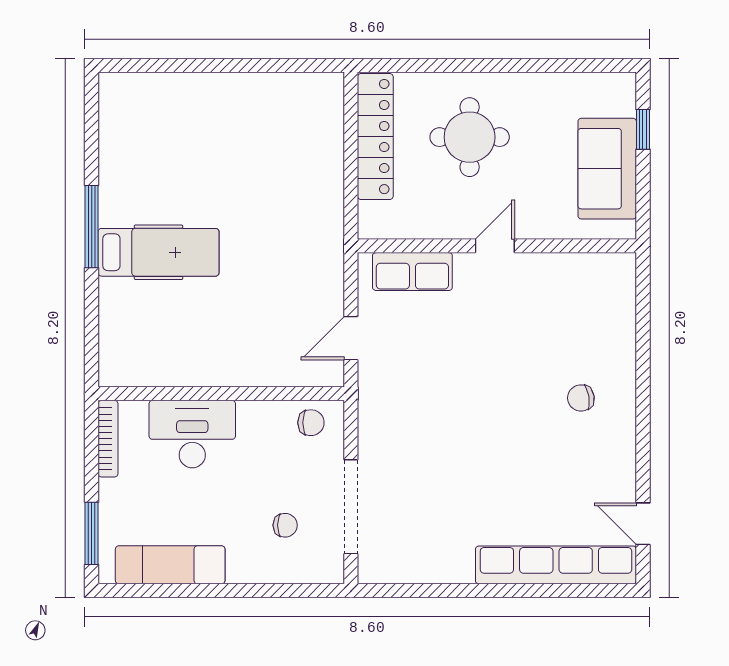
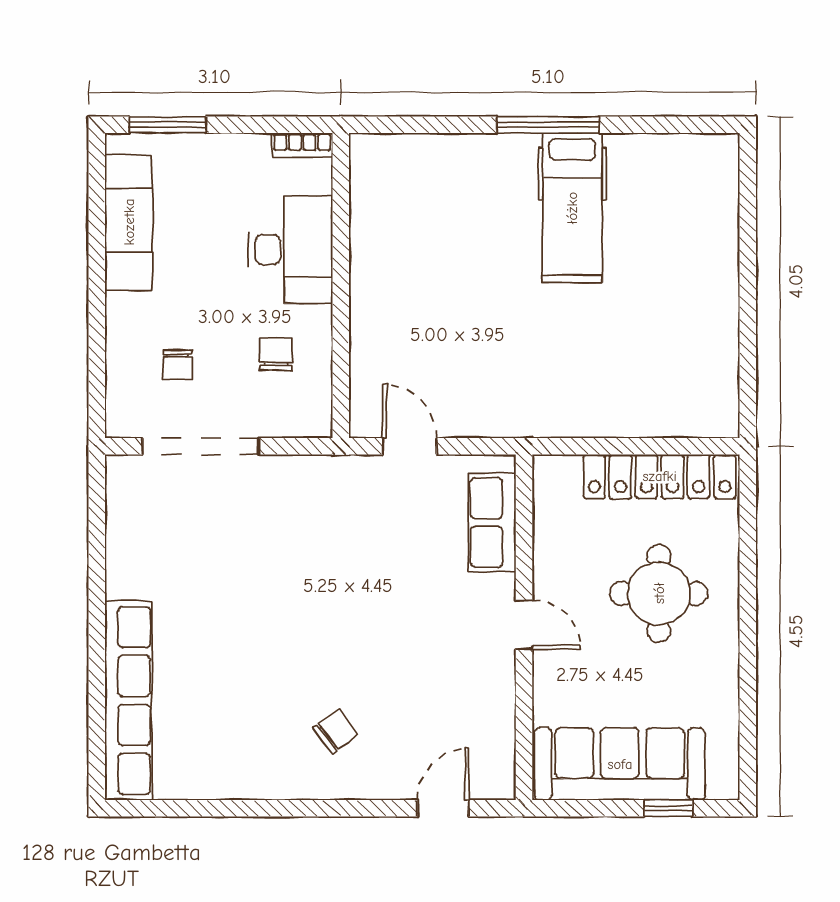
sofa: (607, 169) -> (620, 764), width x1.36
hospital bed: (159, 252) -> (572, 208), moved
chair: (581, 398) -> (335, 731), turned 62
chair: (311, 423) -> (276, 354), moved, turned 180
bookcase: (108, 439) -> (302, 145), width x0.64
door: (643, 524) -> (443, 808), moved

